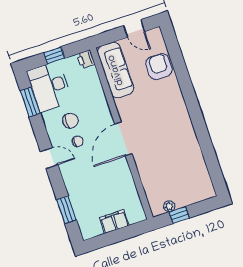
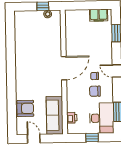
printer: (86, 59) -> (72, 118), moved
armchair: (159, 67) -> (25, 108), turned -90
filing cabinet: (114, 222) -> (99, 15), moved

